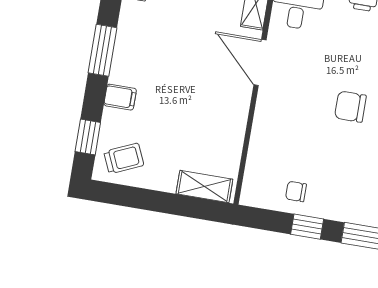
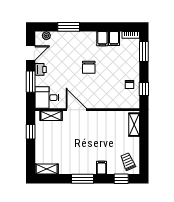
door: (260, 62) -> (76, 110), swing flipped
window: (307, 227) -> (144, 89), moved

